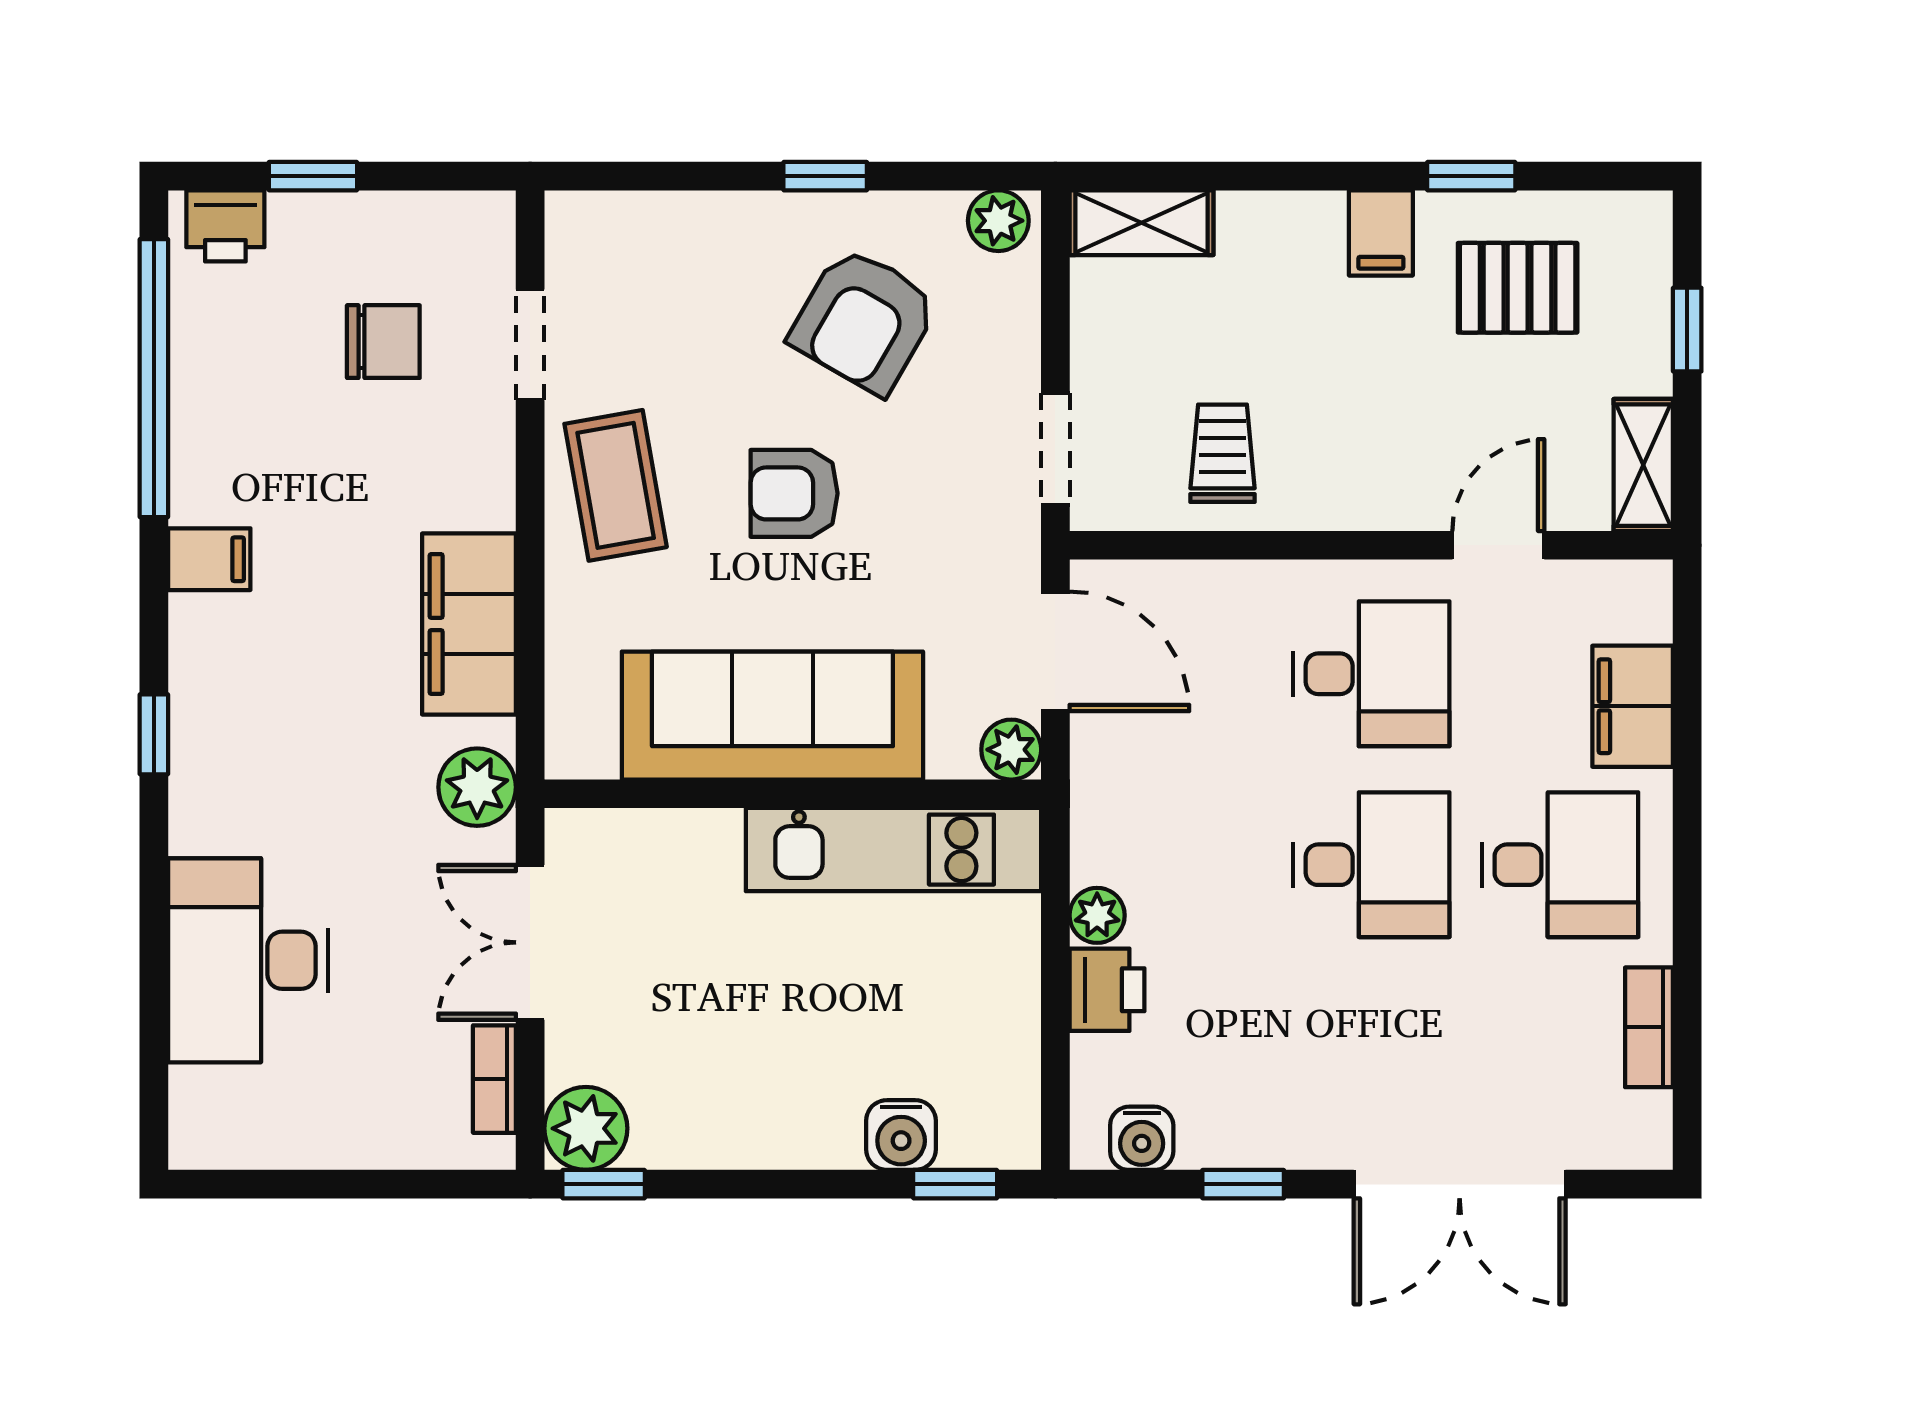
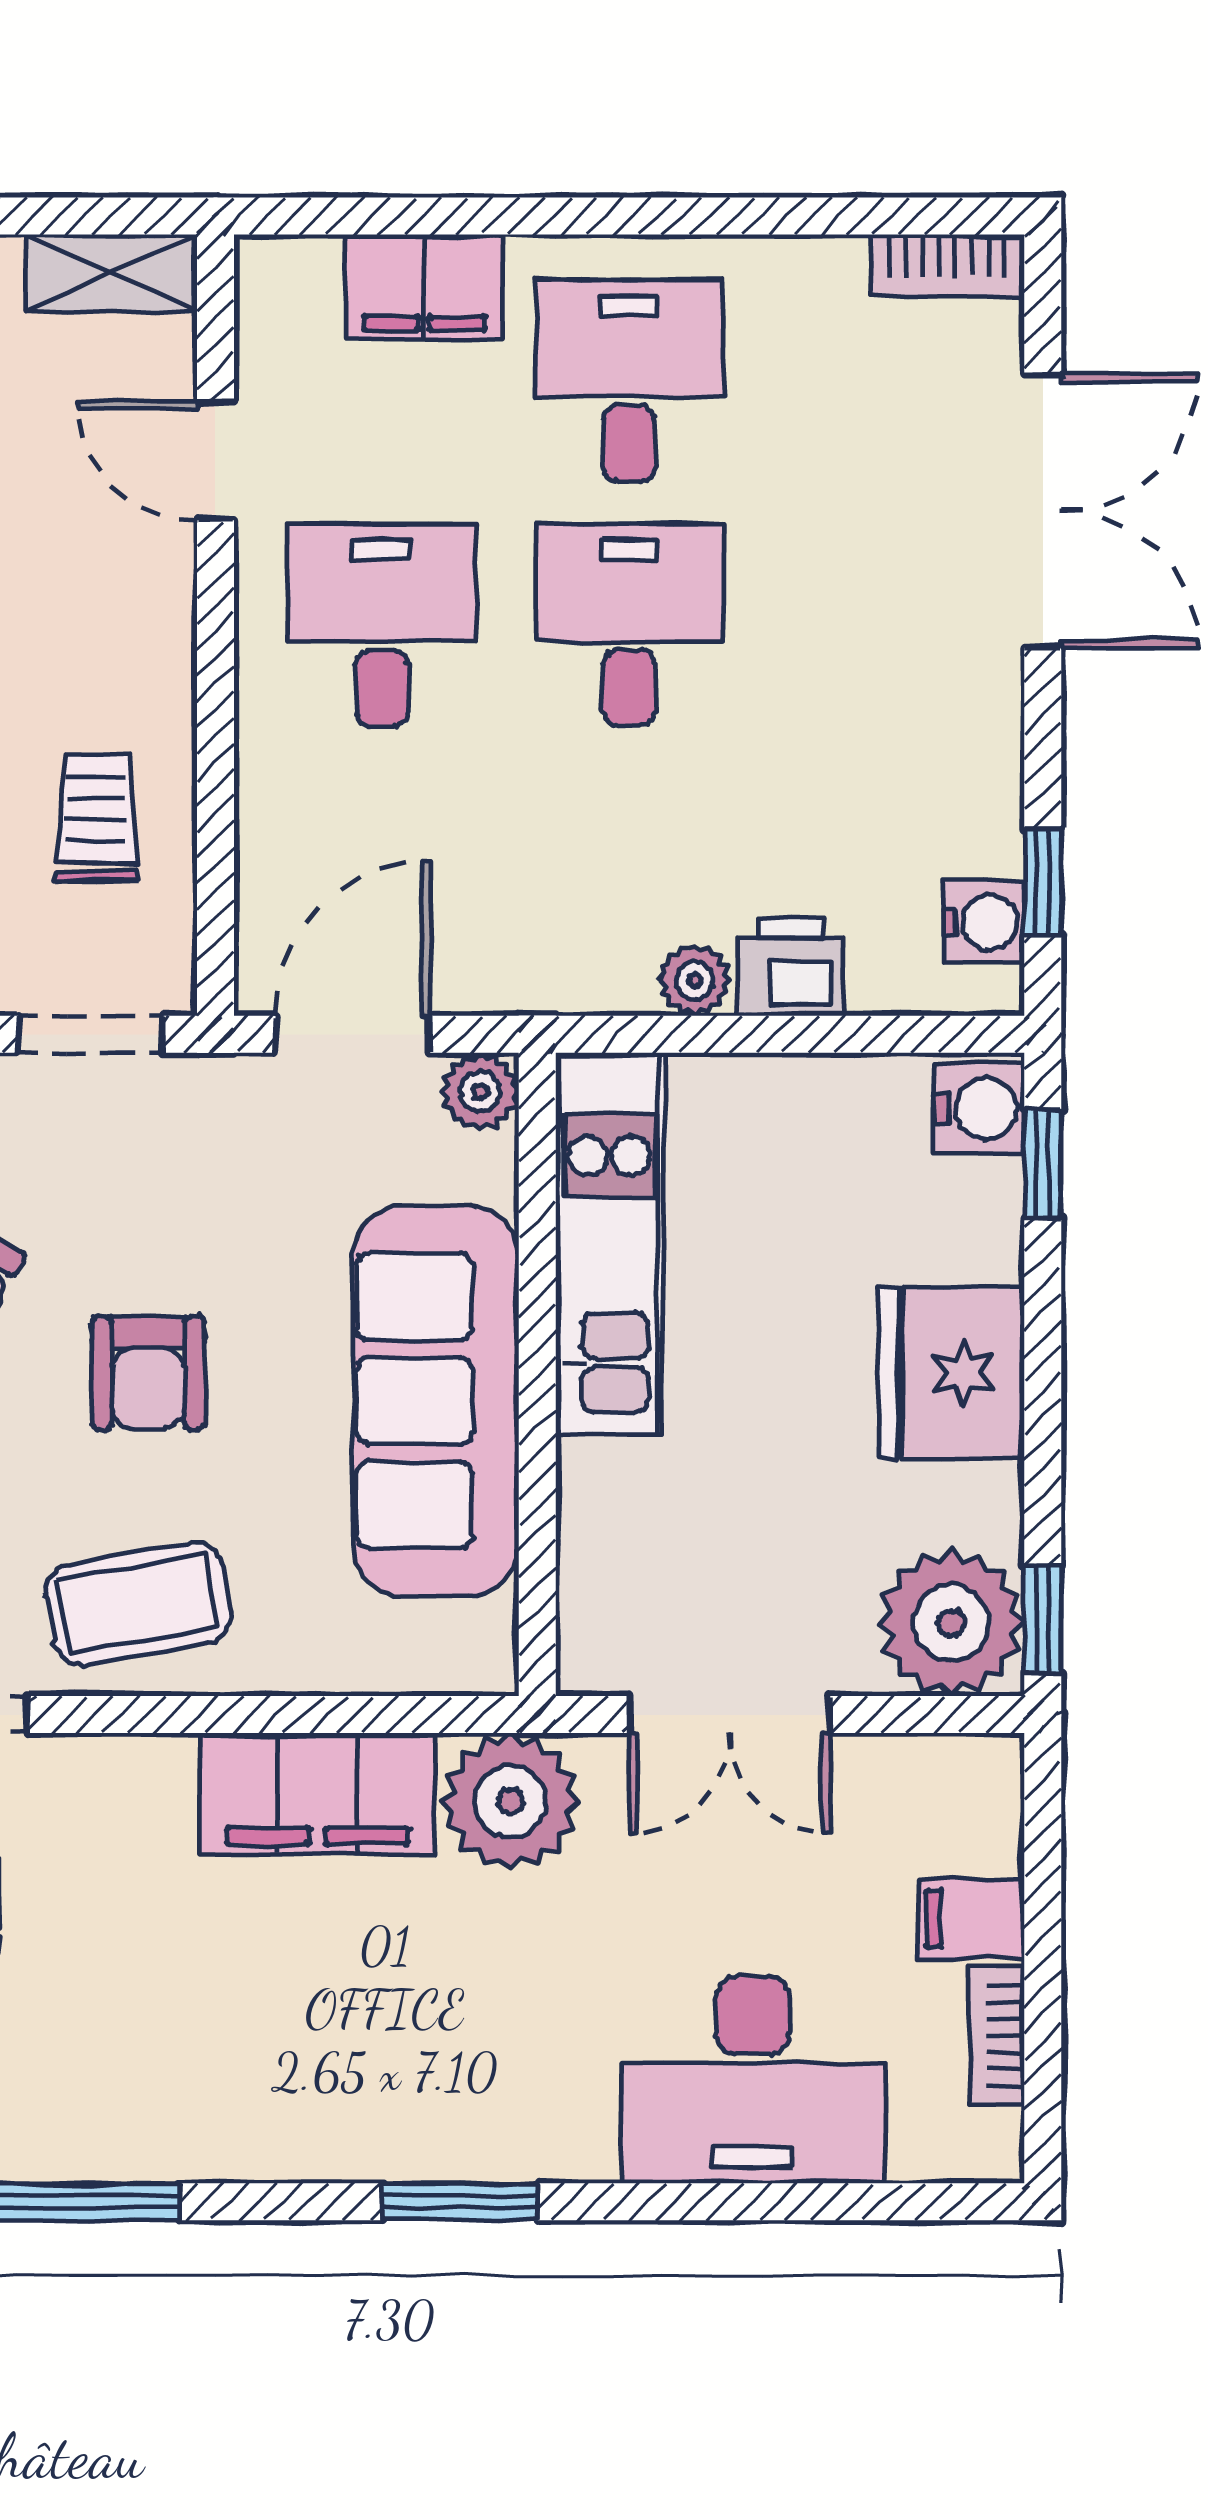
trolley: (1222, 453) -> (96, 818), turned 90
filing cabinet: (209, 559) -> (971, 1919), moved, turned -90
window: (154, 734) -> (460, 2202), width x1.50
plant: (477, 787) -> (510, 1801), width x1.36, depth x1.36
bookcase: (1649, 1027) -> (947, 265), moved
bookcase: (494, 1079) -> (997, 2036), moved, turned 90
fridge: (794, 1114) -> (952, 1373), added
plant: (586, 1128) -> (951, 1623), width x1.36, depth x1.36
water cooler: (901, 1135) -> (979, 1108), moved
window: (1243, 1184) -> (1043, 882), moved

